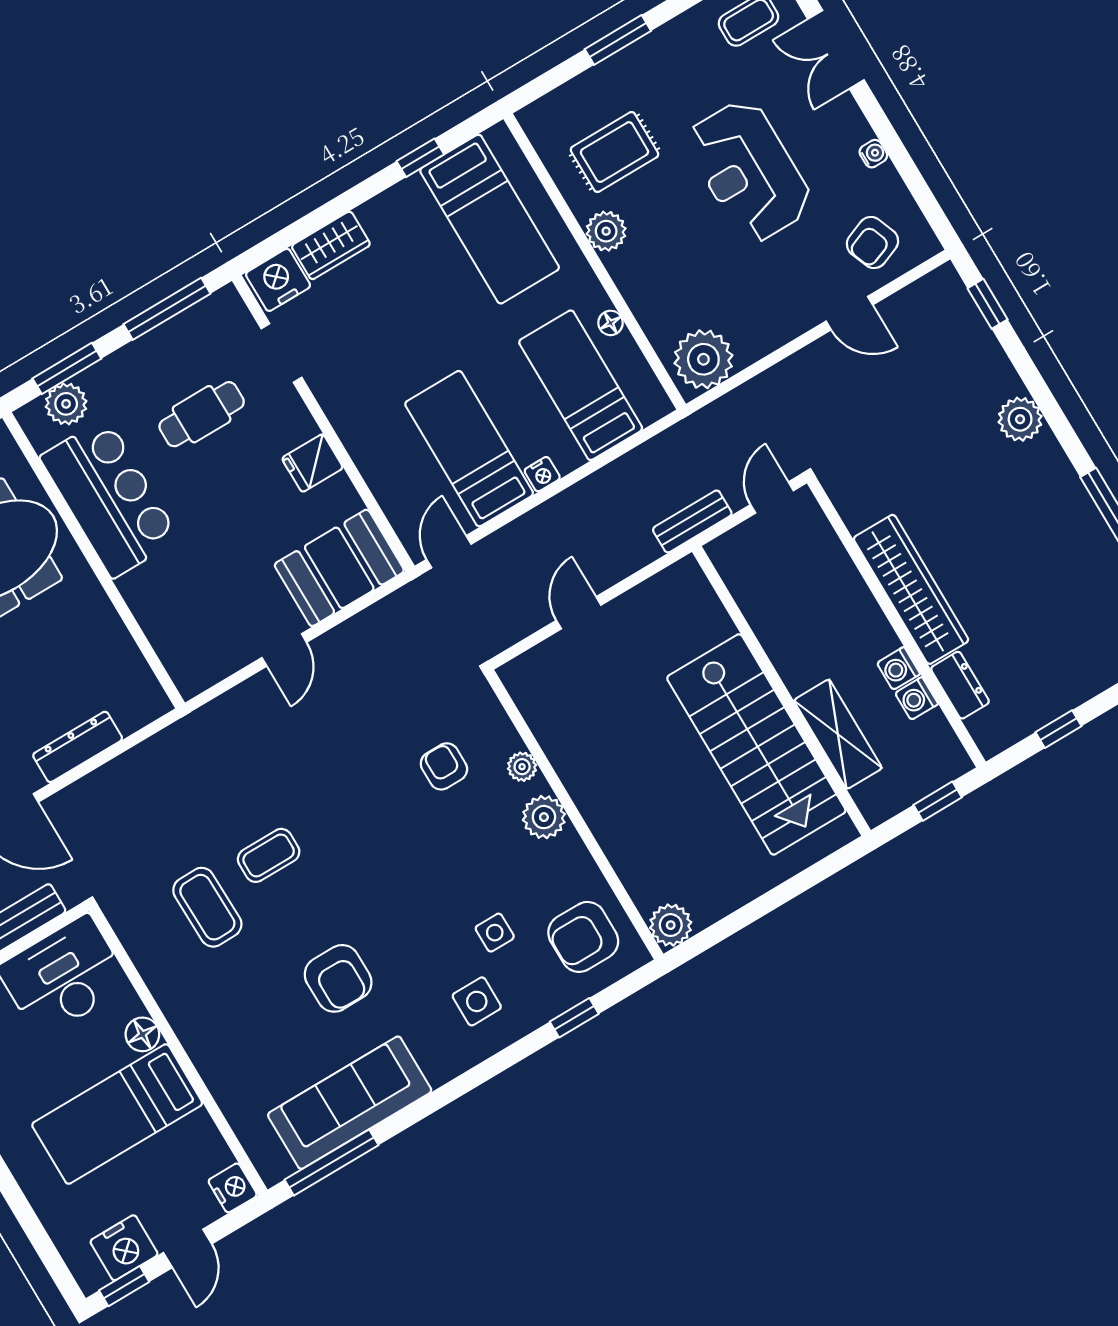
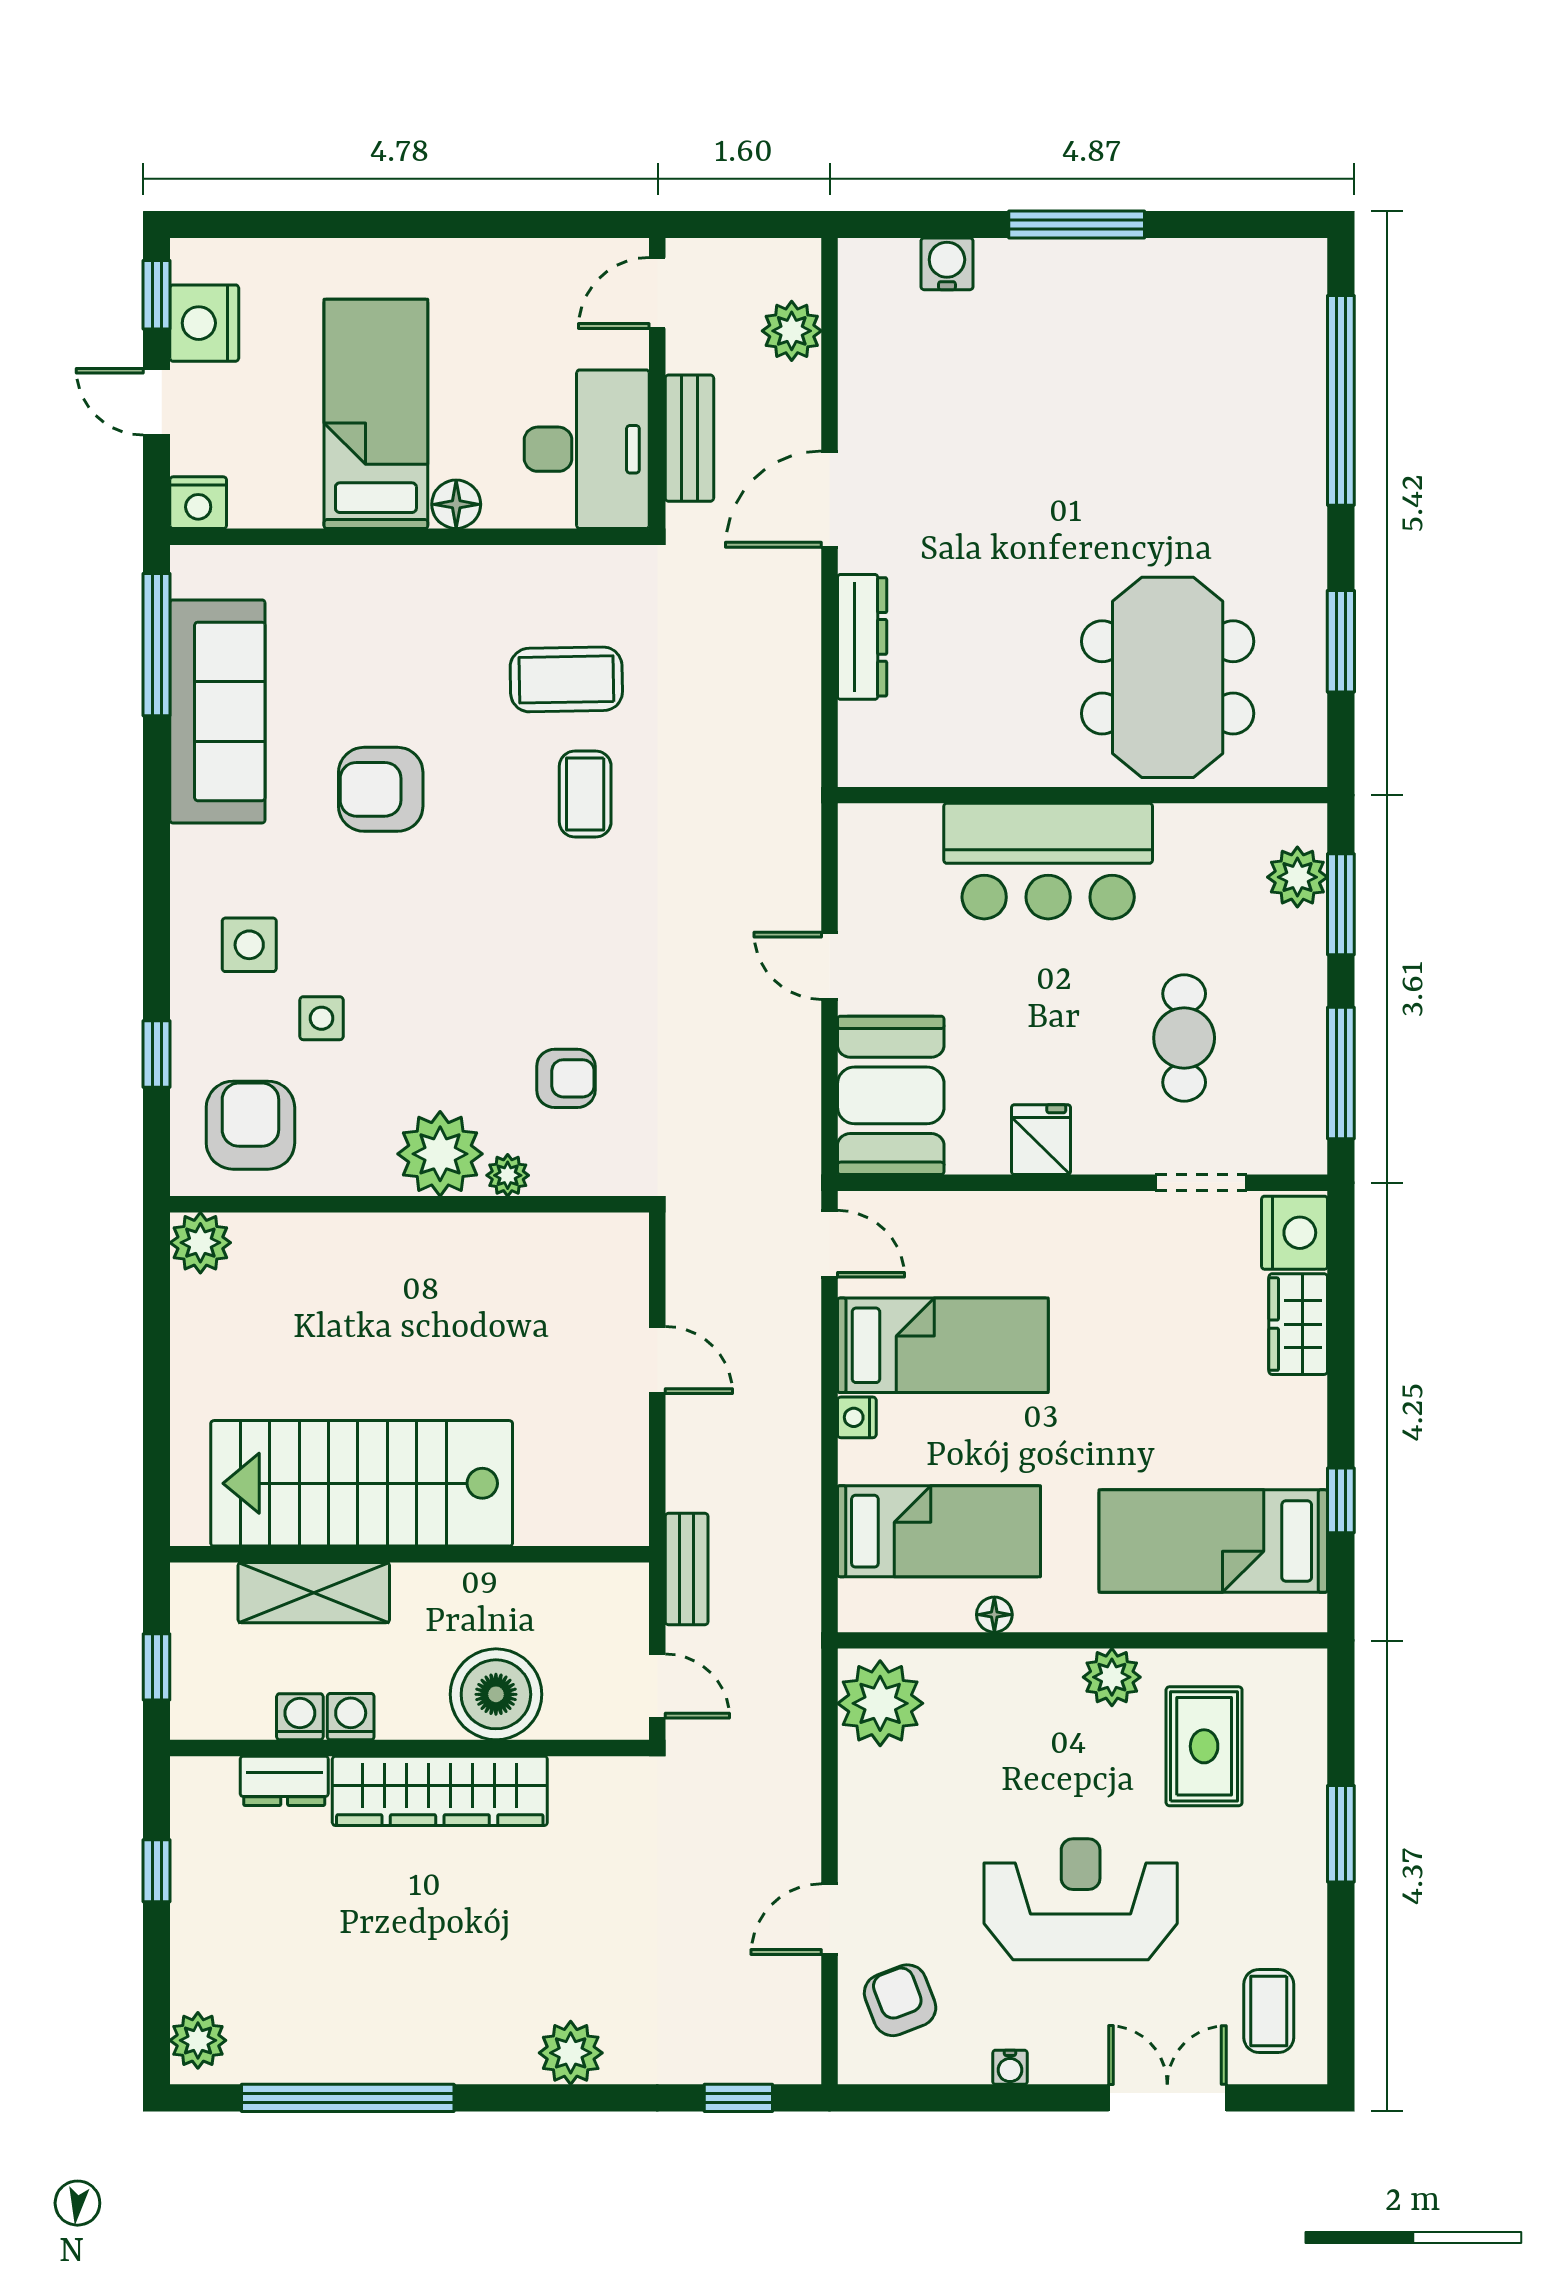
bar counter: (109, 498) -> (1048, 861), moved
boiler: (834, 590) -> (496, 1694), added
plant: (544, 817) -> (440, 1154), width x1.36, depth x1.36

